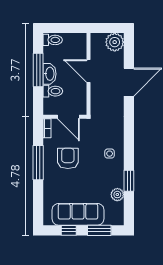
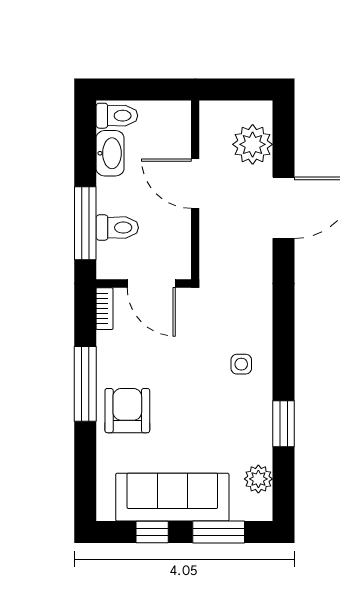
plant: (115, 42) -> (253, 144), moved
window: (38, 70) -> (85, 223), moved
washbasin: (50, 74) -> (110, 153), moved
armchair: (68, 158) -> (127, 411), moved
plant: (117, 195) -> (258, 479), moved

